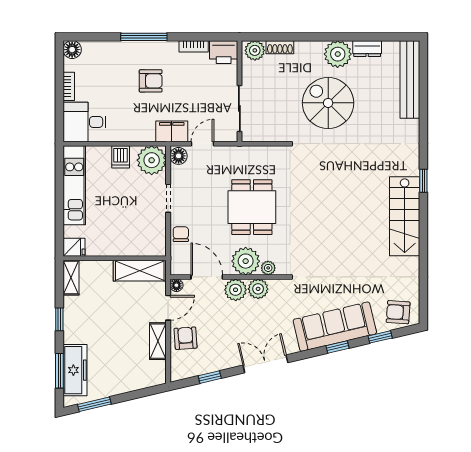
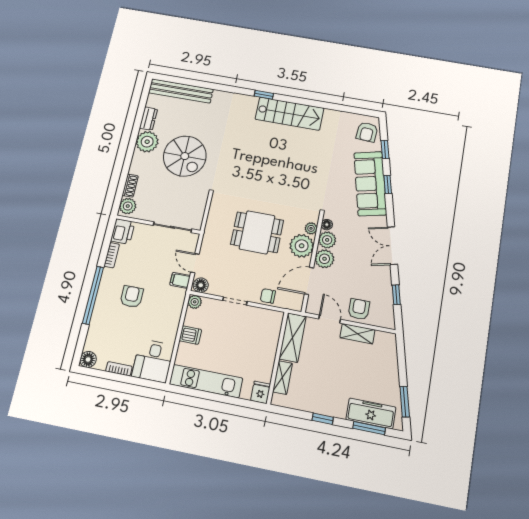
window: (144, 37) -> (93, 295), width x1.46
spiral stairs: (328, 103) -> (185, 156), turned -90
filing cabinet: (172, 131) -> (180, 280), width x0.50
plant: (152, 160) -> (195, 302), width x0.53, depth x0.53
shelving: (71, 278) -> (282, 378), moved, turned 90
floor lamp: (176, 285) -> (327, 225), moved
armchair: (186, 338) -> (359, 309), turned 94

